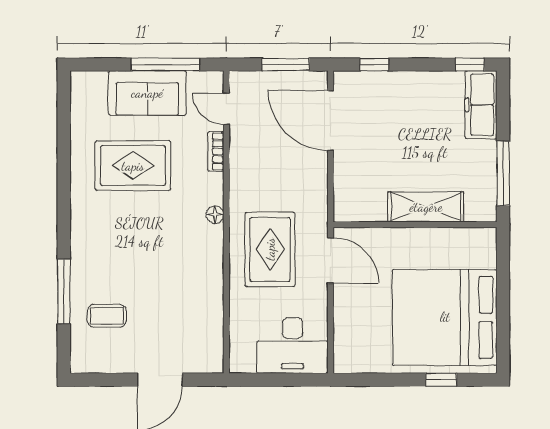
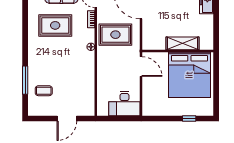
window: (503, 173) -> (216, 29), removed
rug: (270, 249) -> (115, 35), moved, turned 90
bed: (445, 317) -> (189, 75), moved, turned -90

